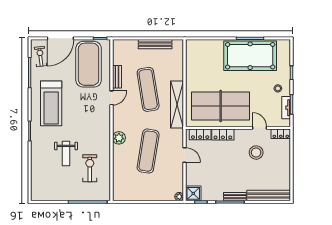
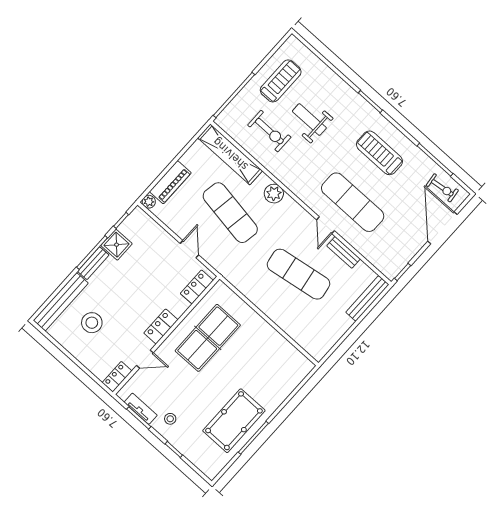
bench: (155, 44) -> (367, 298), moved
pool table: (250, 56) -> (234, 421), width x0.73, depth x0.76
exercise mat: (89, 64) -> (353, 202), moved, width x0.68
treadmill: (51, 103) -> (379, 153), width x0.73, depth x0.73
shelving: (177, 105) -> (230, 154), moved
table tennis table: (221, 106) -> (208, 338), width x0.73, depth x0.76
locker: (223, 135) -> (161, 326), moved
stool: (256, 153) -> (92, 323), moved
door: (185, 155) -> (189, 249), swing flipped
treadmill: (60, 185) -> (281, 81), added
shower: (193, 193) -> (117, 245), moved
piano: (160, 195) -> (170, 182), added

